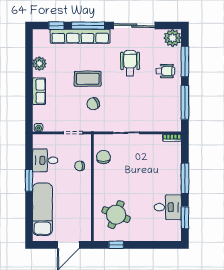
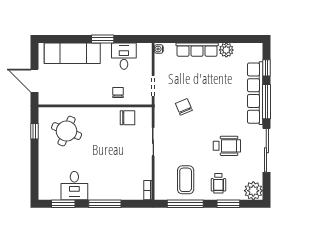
window: (185, 62) -> (228, 204), width x0.69
coffee table: (88, 79) -> (186, 180), moved
row of seats: (39, 91) -> (197, 50), width x1.48

